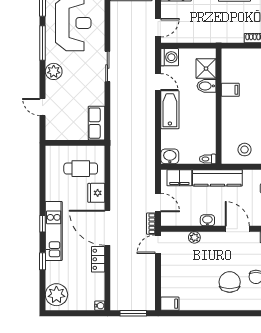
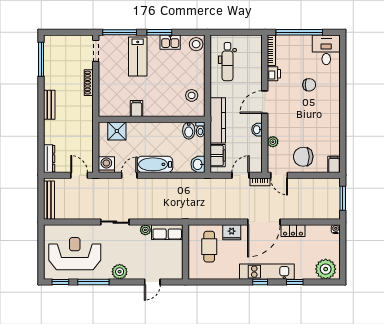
bidet: (206, 86) -> (189, 131), moved
plant: (99, 99) -> (145, 230), added
chair: (230, 282) -> (303, 157), moved

